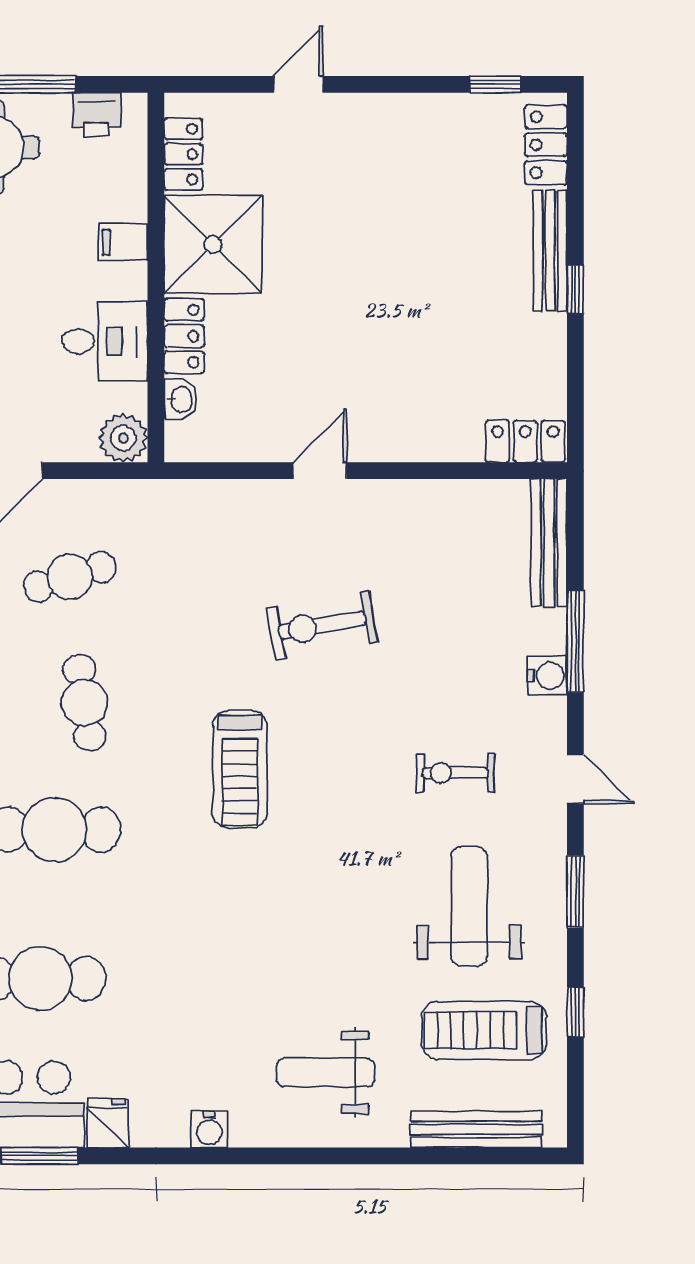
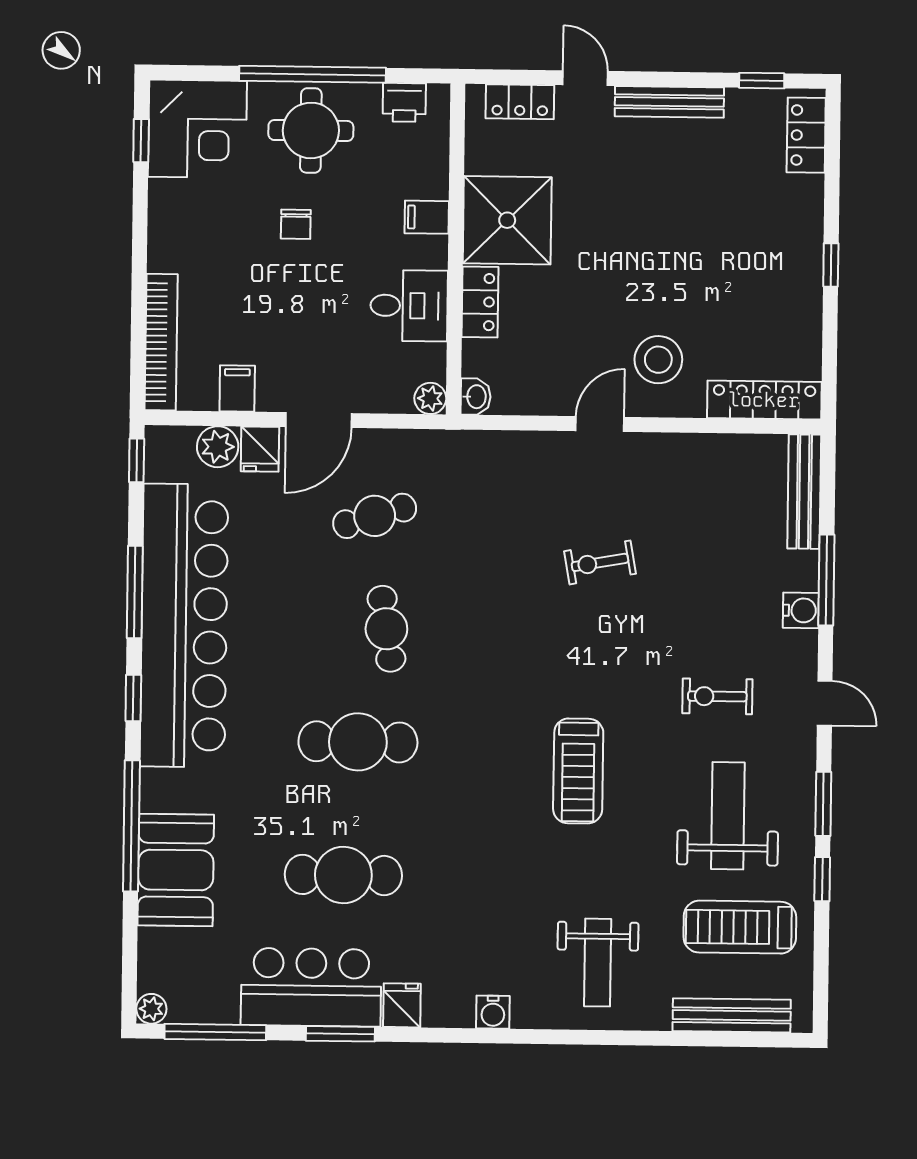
door: (298, 84) -> (585, 78), hinge flipped
locker: (183, 154) -> (520, 102), moved, turned 90
bench: (550, 251) -> (669, 102), moved, turned 90
stool: (384, 398) -> (658, 360), added
washbasin: (181, 399) -> (476, 397), moved
plant: (123, 438) -> (430, 398), width x0.73, depth x0.73
locker: (525, 441) -> (764, 400), width x1.53
exercise bike: (322, 625) -> (600, 562), width x0.73, depth x0.72
treadmill: (240, 769) -> (578, 771), moved
window: (575, 1012) -> (822, 879), moved
weight bench: (326, 1072) -> (598, 963), turned -90

